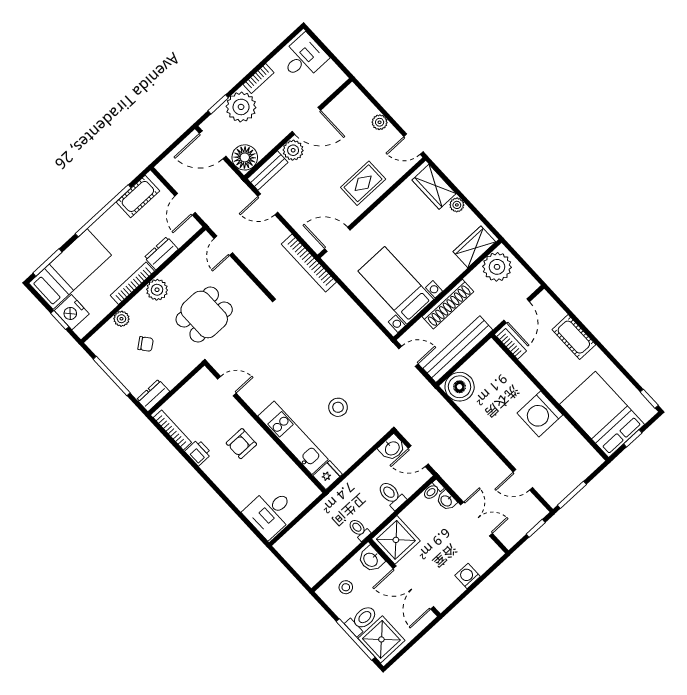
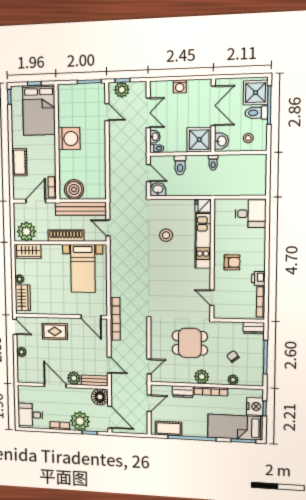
boiler: (460, 387) -> (74, 189), moved
plant: (528, 518) -> (122, 90), added
double door: (477, 519) -> (148, 113), swing flipped

